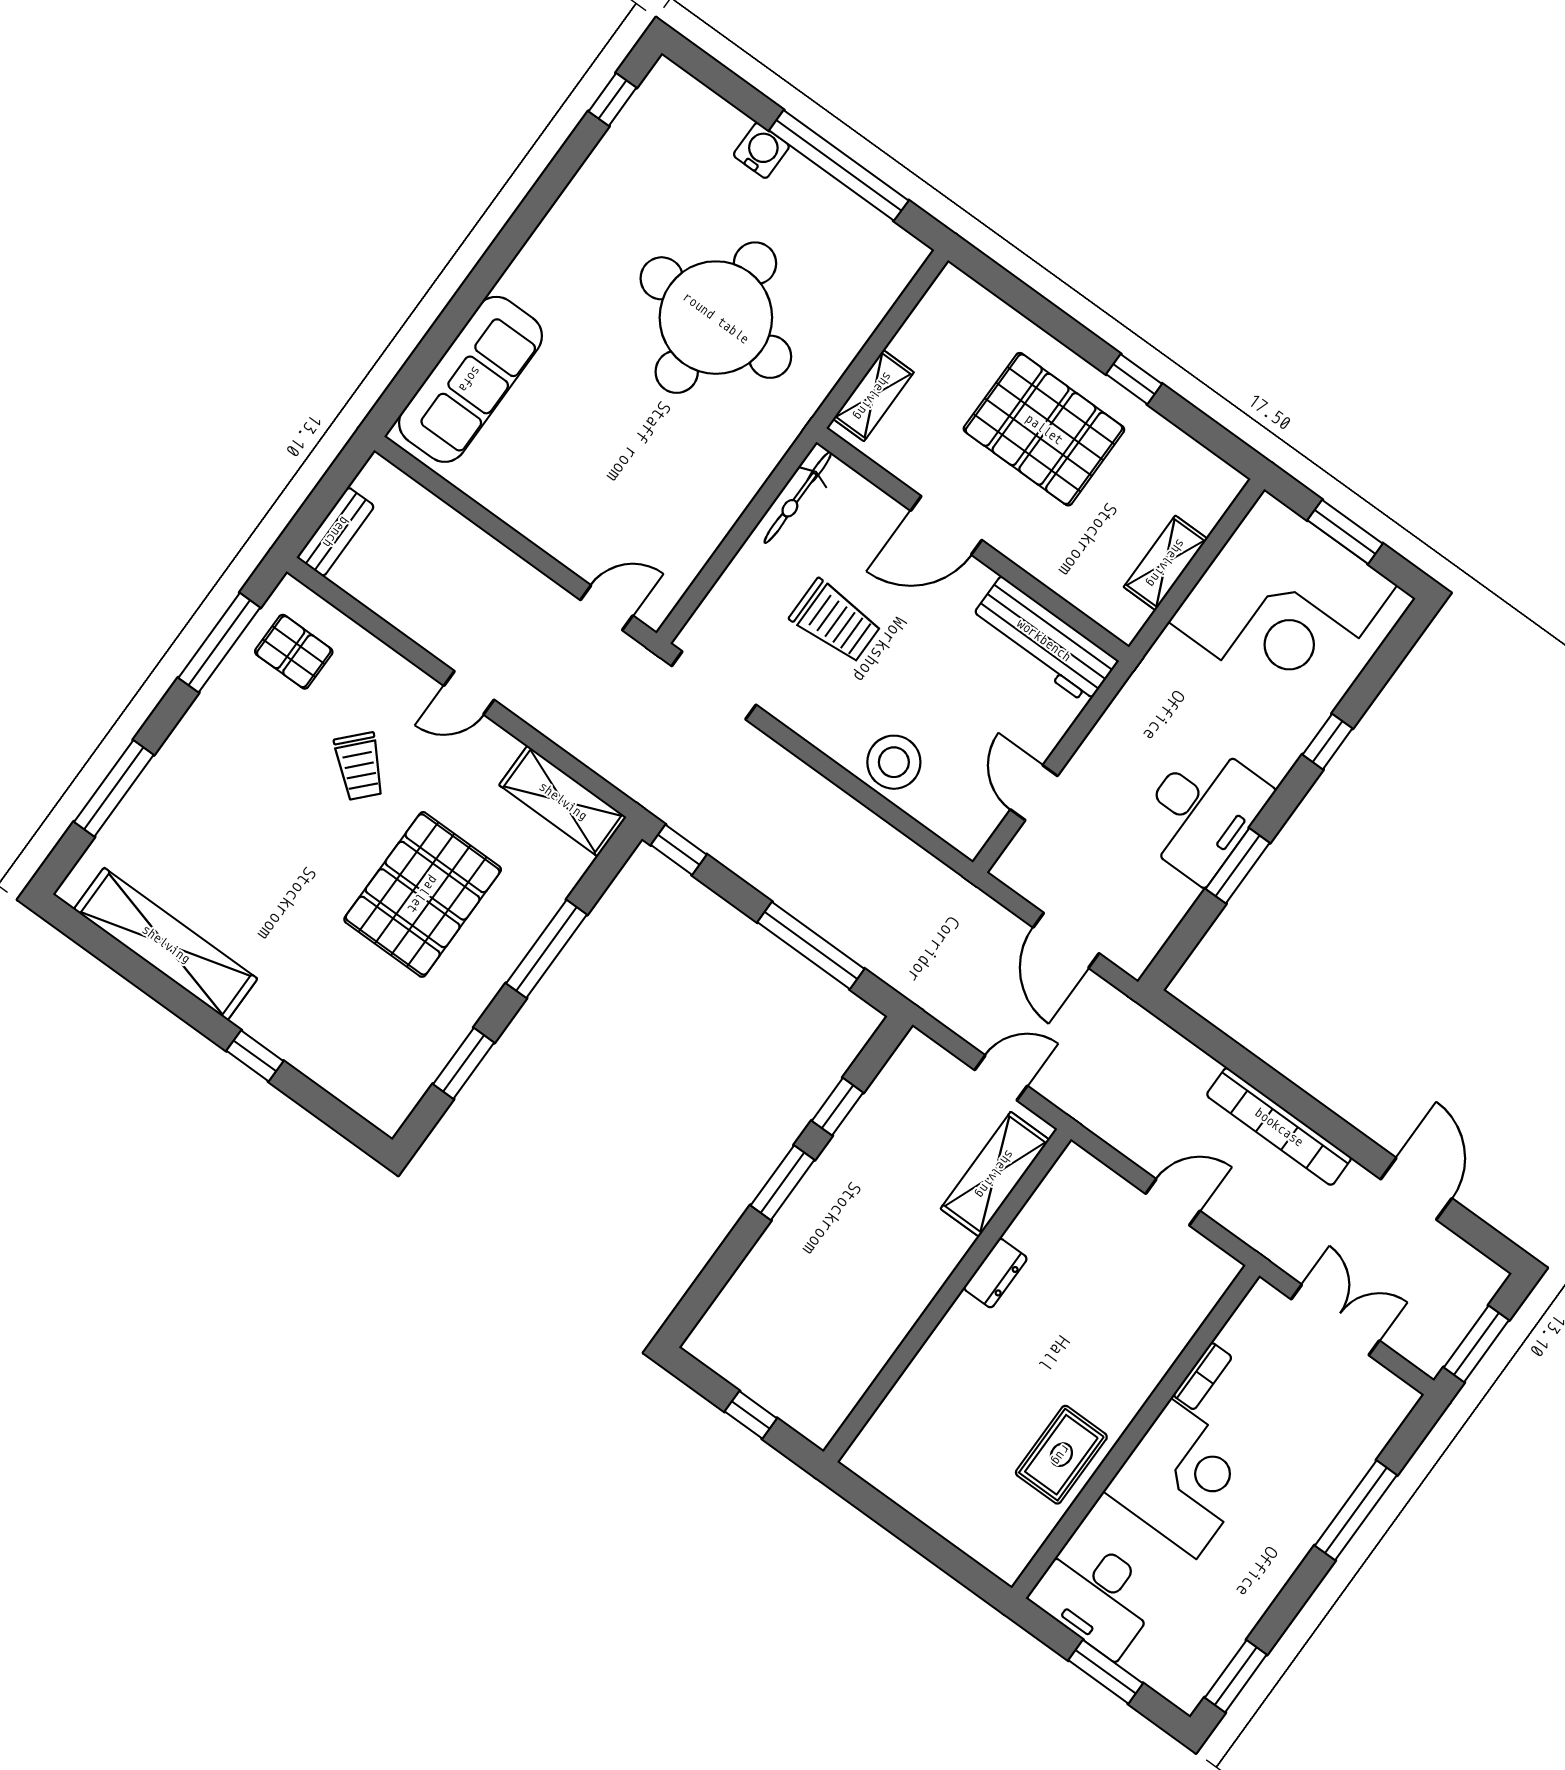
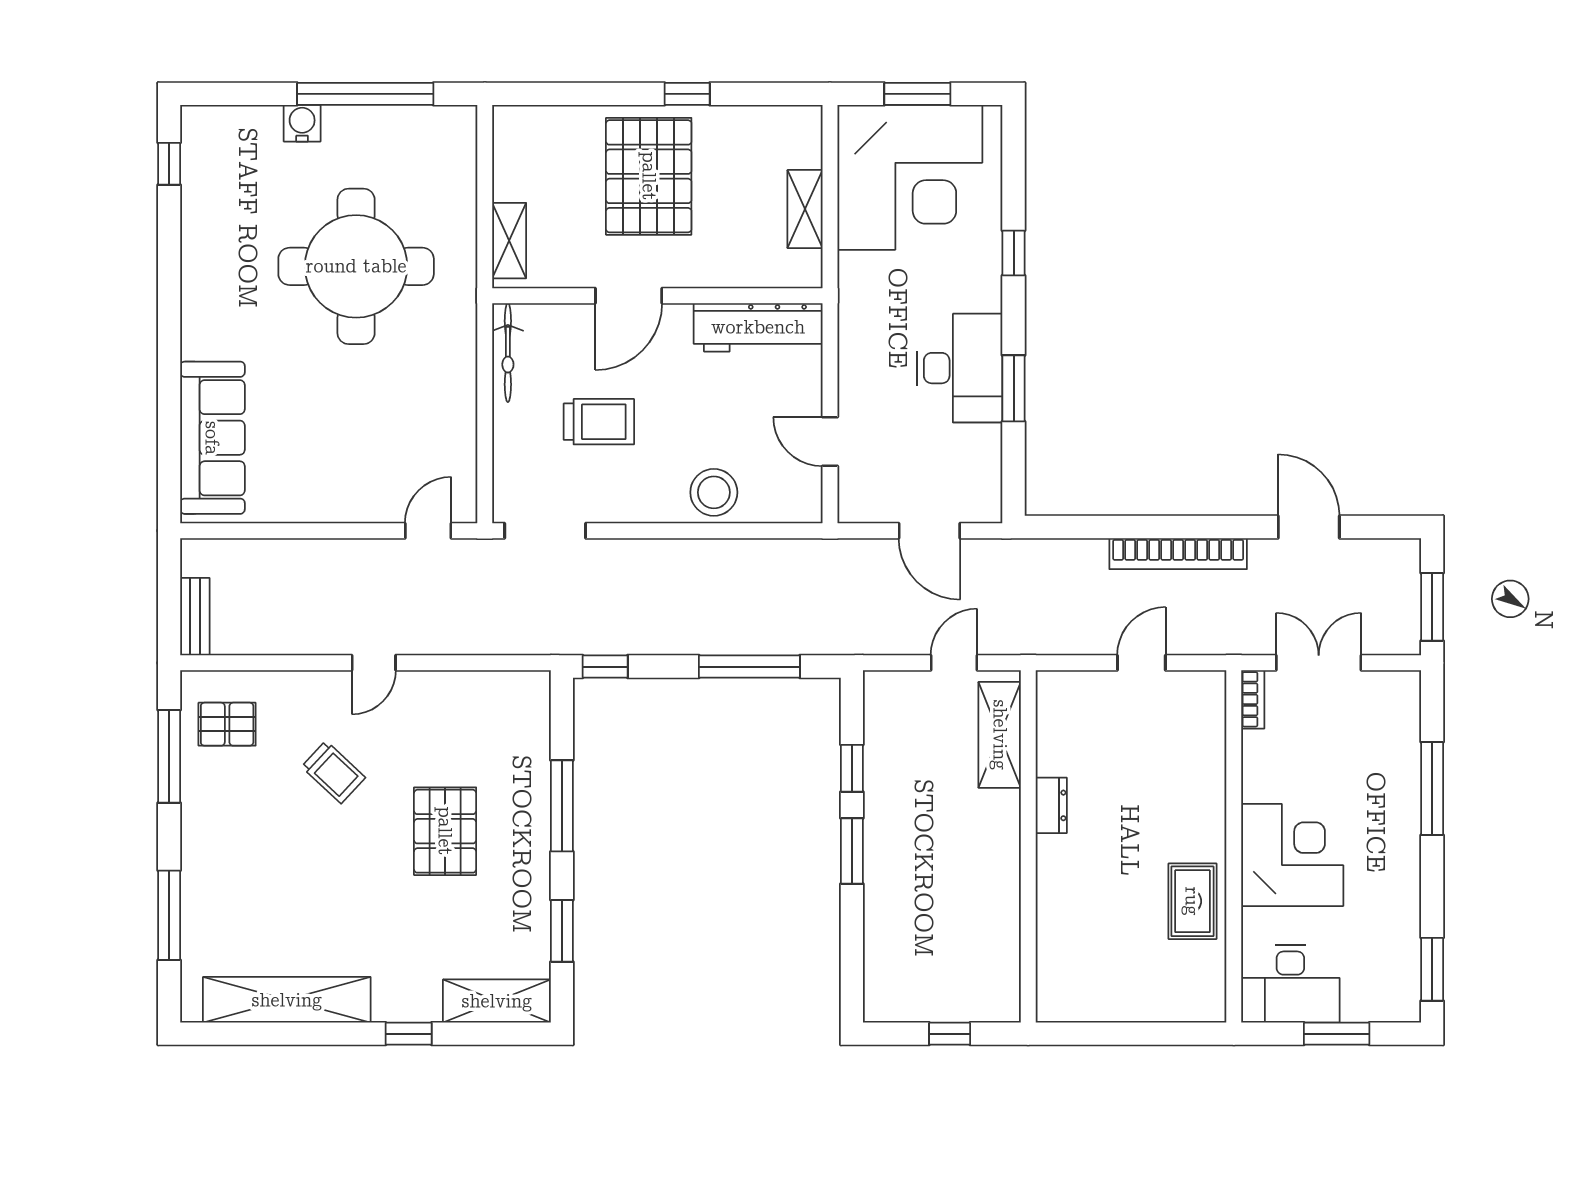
pallet: (1044, 429) -> (649, 176), turned 90
shelving: (563, 801) -> (497, 1001), moved
pallet: (423, 894) -> (445, 831), width x0.73, depth x0.71
bookcase: (1203, 1376) -> (1253, 699), moved

